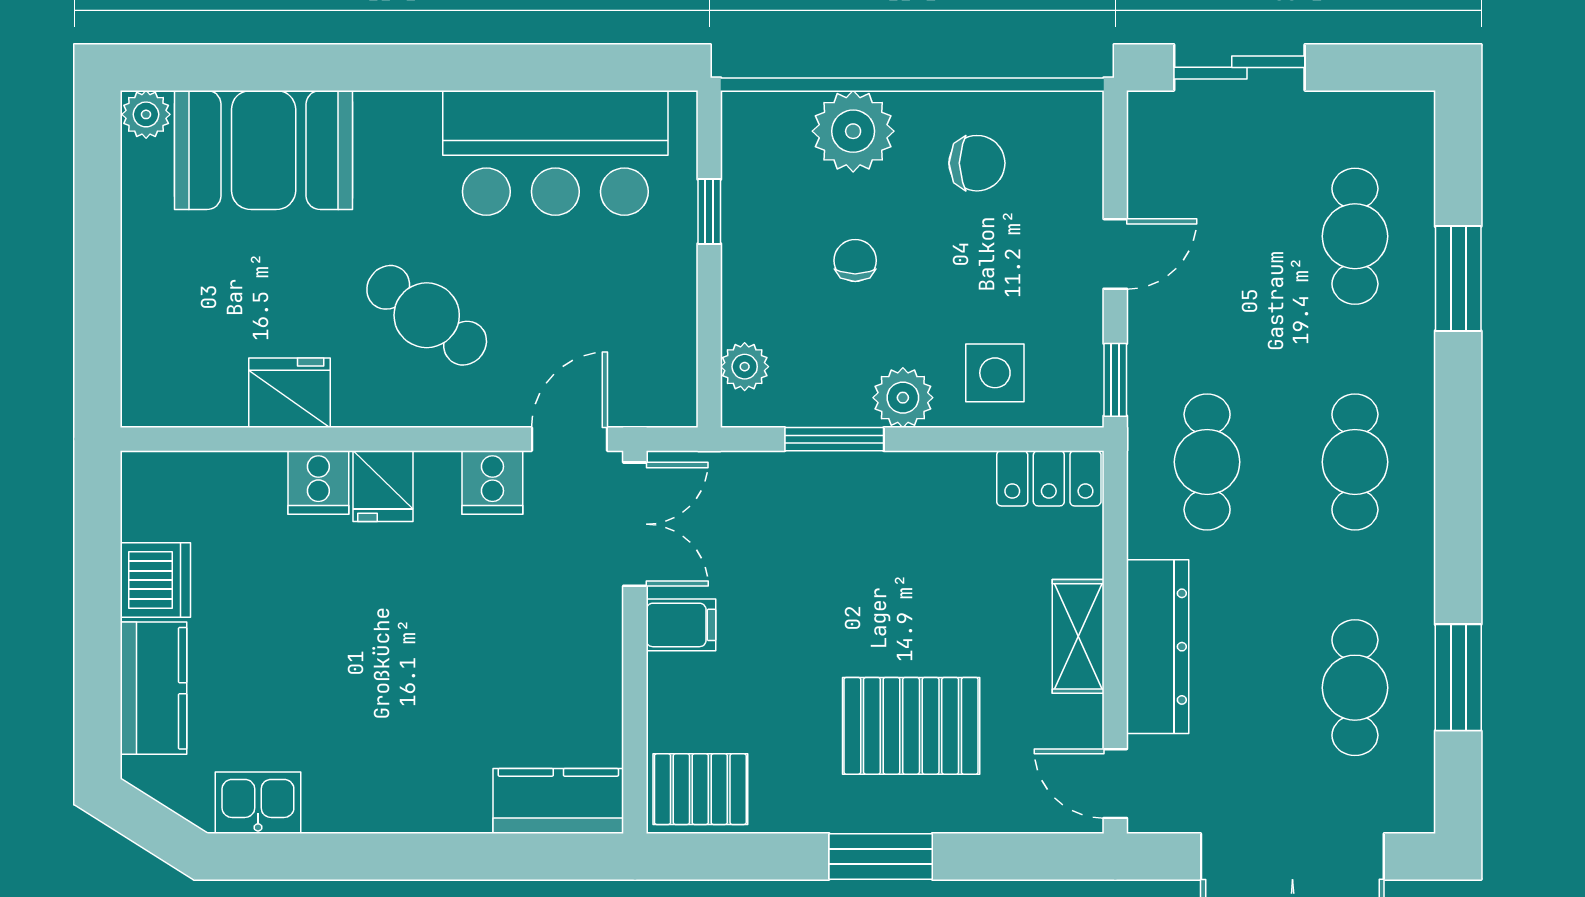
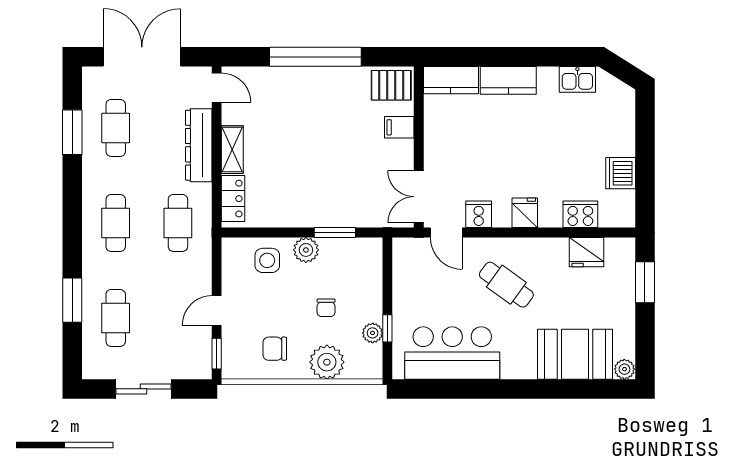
sliding door: (1239, 67) -> (144, 389), moved
window: (97, 321) -> (645, 282), added
plant: (745, 367) -> (373, 333), moved
window: (1115, 380) -> (217, 354), moved
fridge: (289, 393) -> (587, 252), moved
door: (570, 439) -> (446, 233), hinge flipped
locker: (1049, 478) -> (233, 199), moved, turned 90
cooker: (318, 482) -> (580, 214), moved, width x1.36
filing cabinet: (681, 625) -> (399, 127), moved
kitchen counter: (153, 688) -> (508, 80), moved, turned -90
pallet: (911, 726) -> (302, 112), removed
window: (881, 856) -> (315, 57), width x2.11

